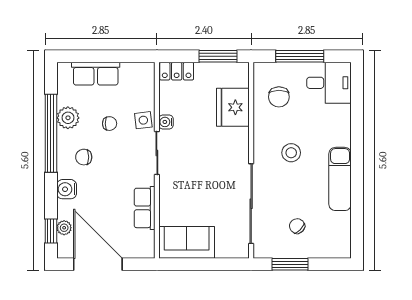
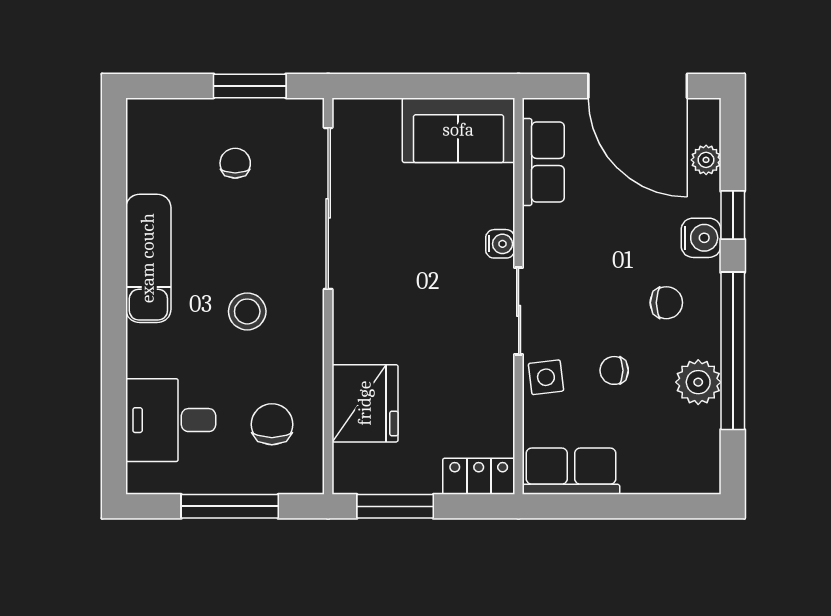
row of seats: (96, 74) -> (571, 471), moved
desk: (329, 83) -> (171, 420), moved
water cooler: (166, 122) -> (500, 244), moved
row of seats: (145, 208) -> (543, 162), moved
chair: (297, 226) -> (235, 163), turned -134
window: (51, 231) -> (733, 215), moved

